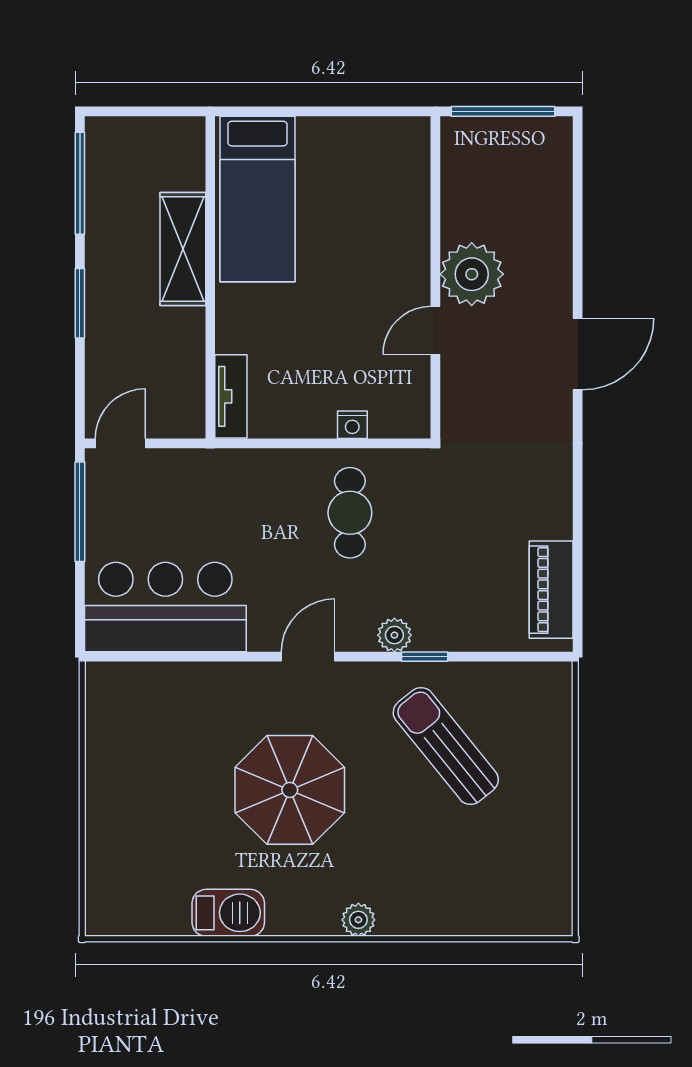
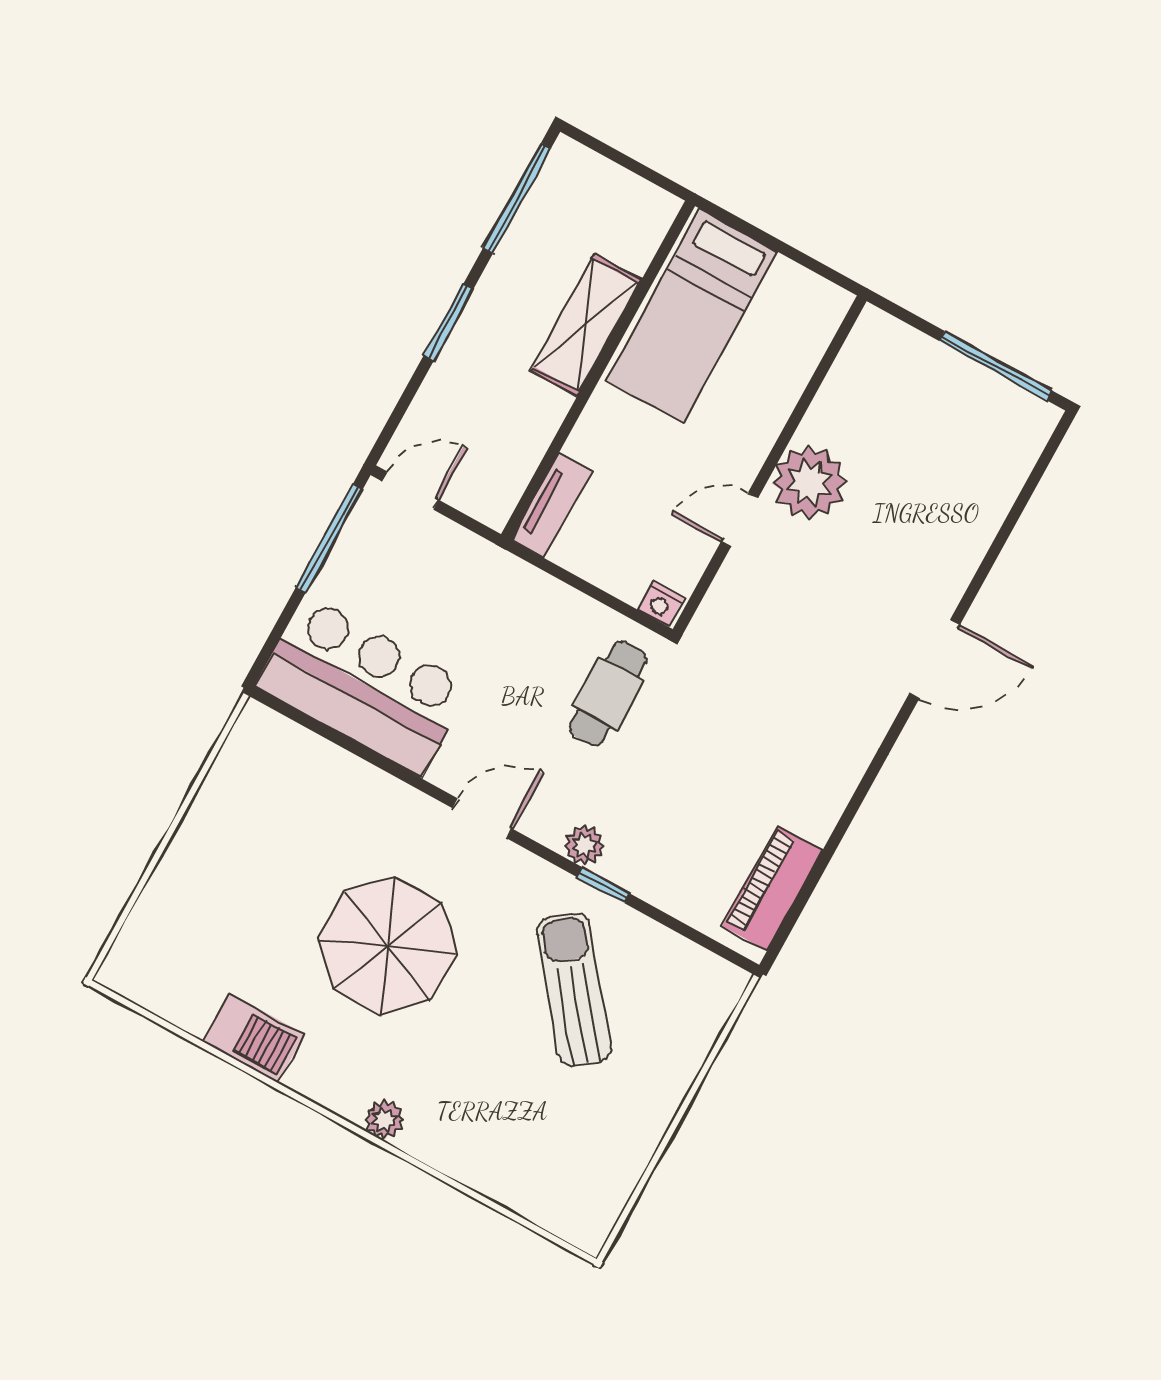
plant: (472, 274) -> (809, 482), moved
wall: (435, 277) -> (770, 465), moved
door: (435, 330) -> (739, 520), moved

